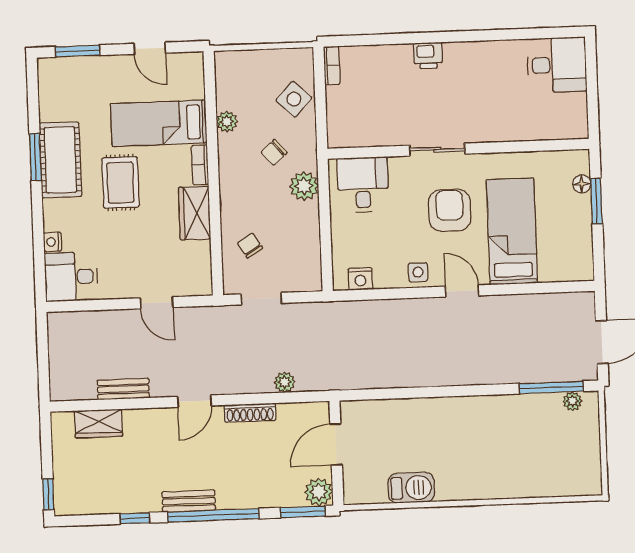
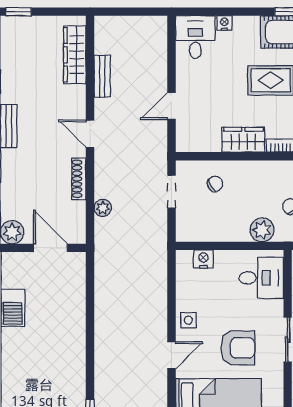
nightstand: (360, 279) -> (203, 259), moved, turned 90
wardrobe: (98, 424) -> (75, 55), width x1.50

